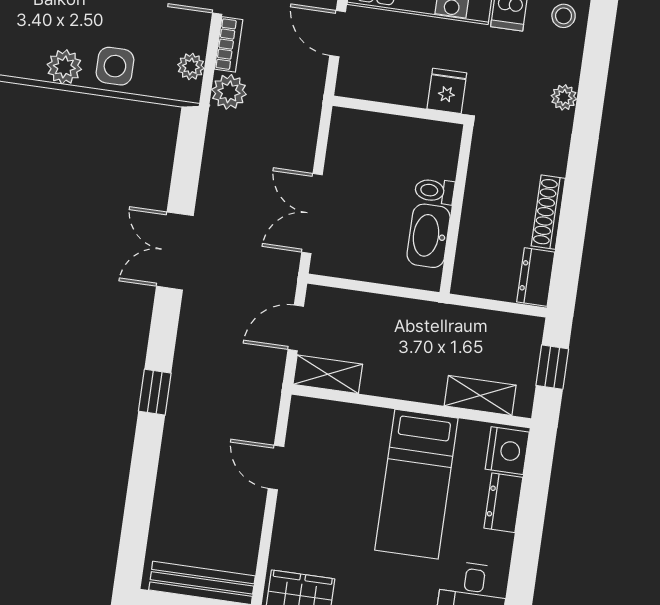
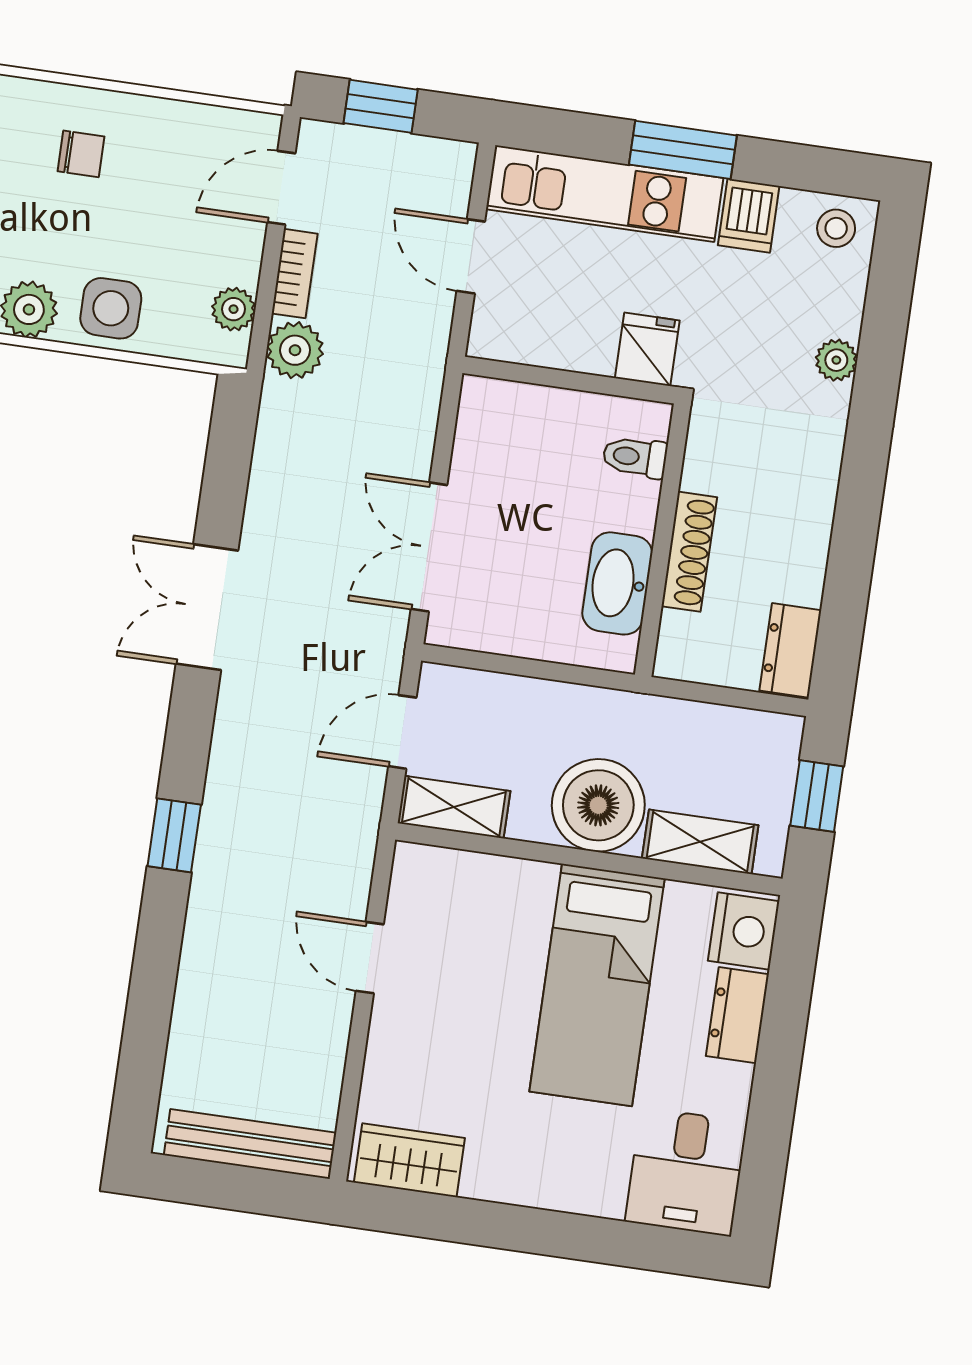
toilet: (435, 191) -> (635, 457), moved
shoe rack: (548, 212) -> (689, 552), moved, turned 180
boiler: (417, 373) -> (598, 805), added

